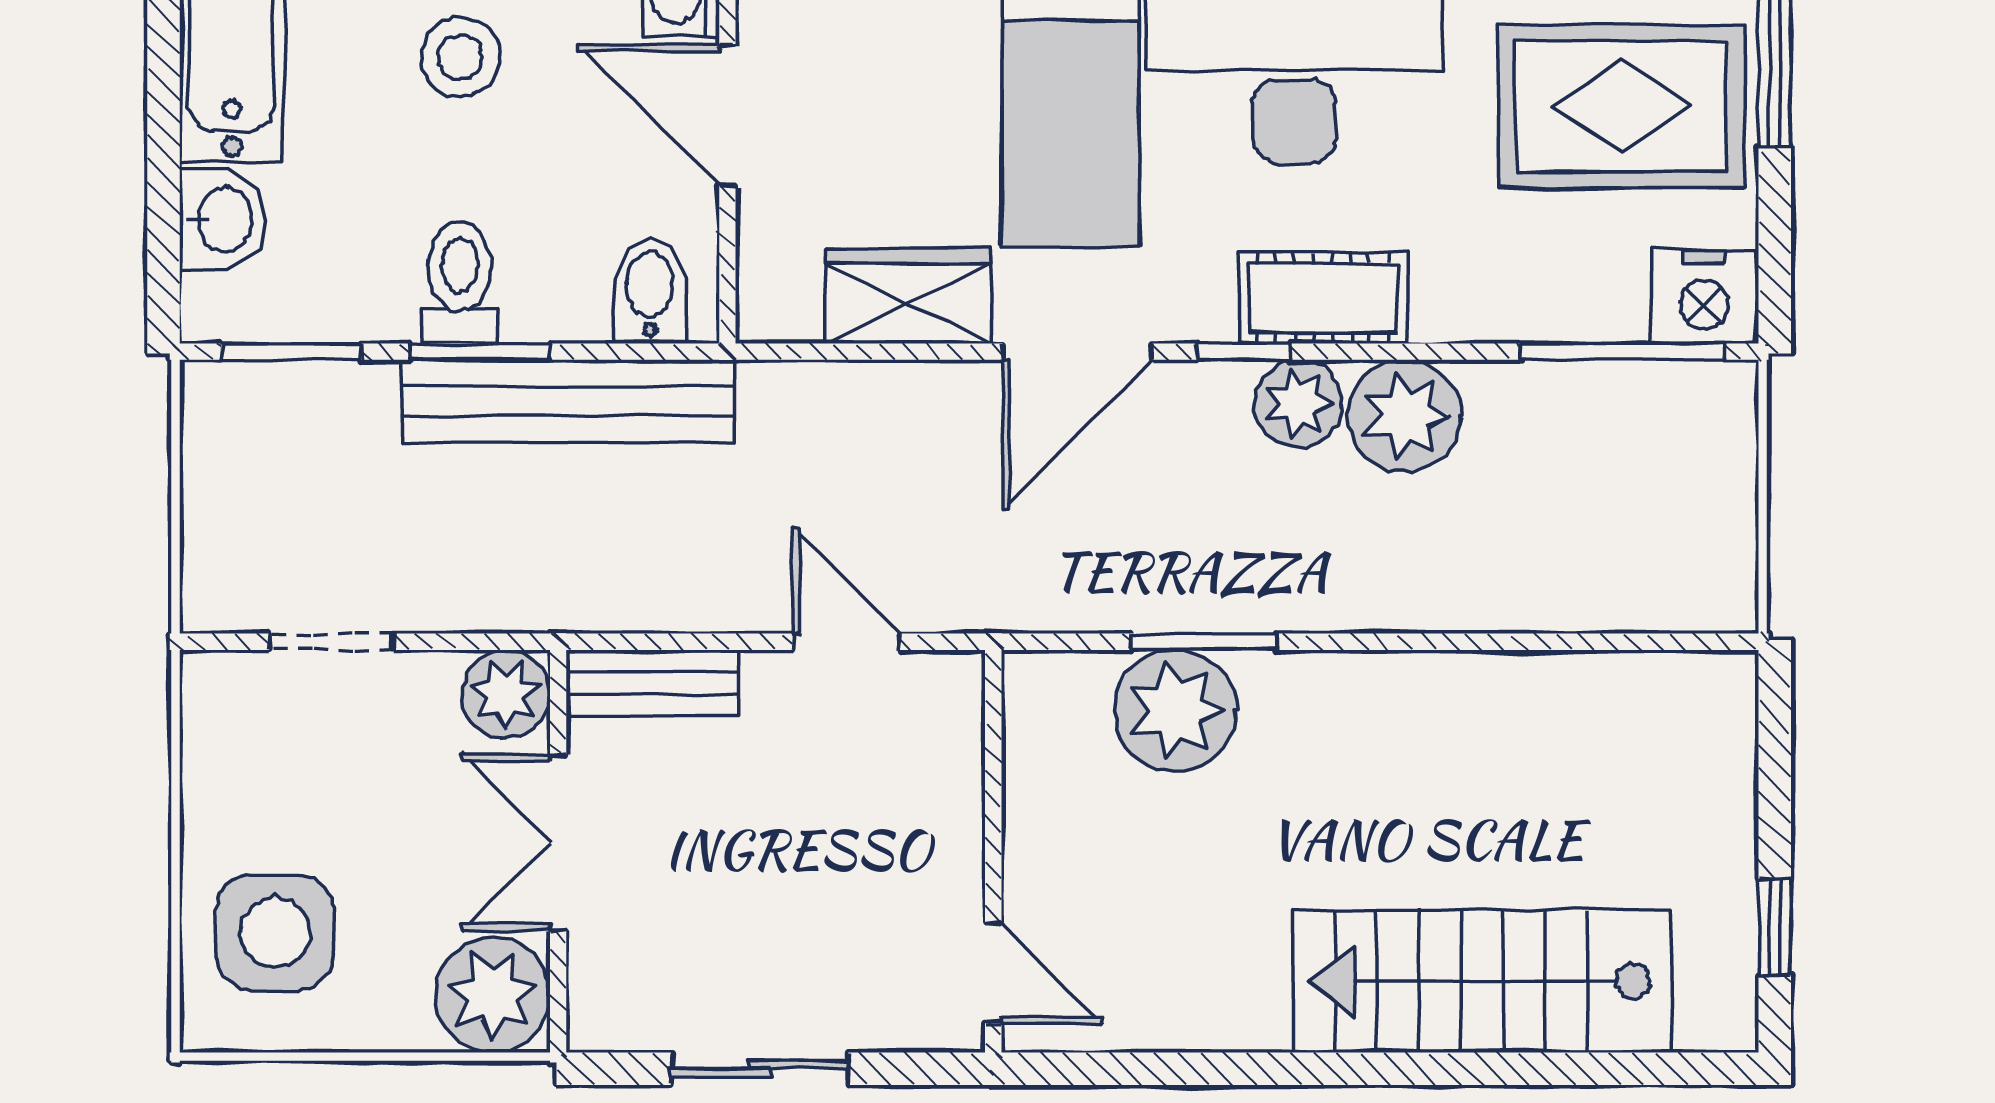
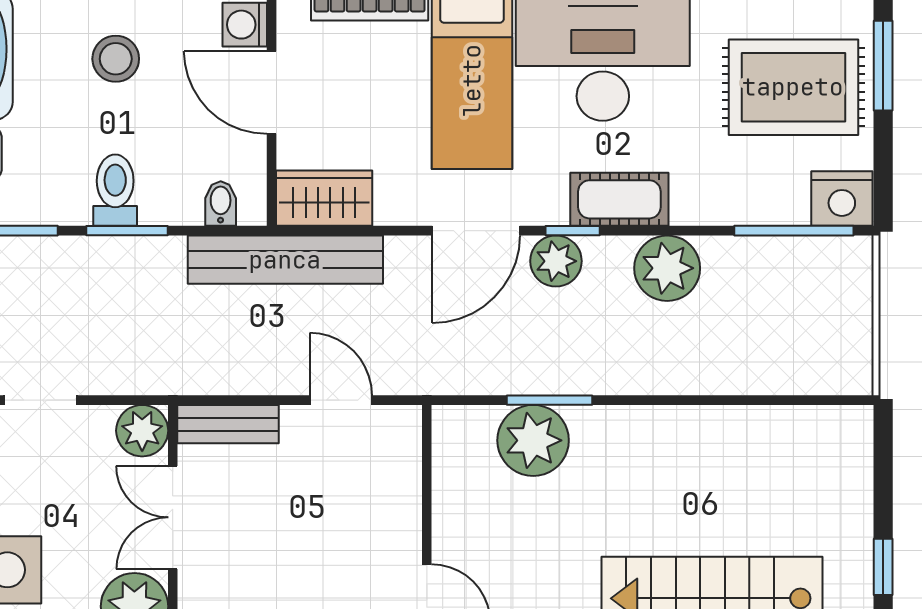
bidet: (650, 291) -> (221, 204), width x0.72, depth x0.74
wardrobe: (908, 296) -> (324, 198), moved
bench: (569, 401) -> (285, 260), moved
plant: (1298, 404) -> (556, 261), moved

